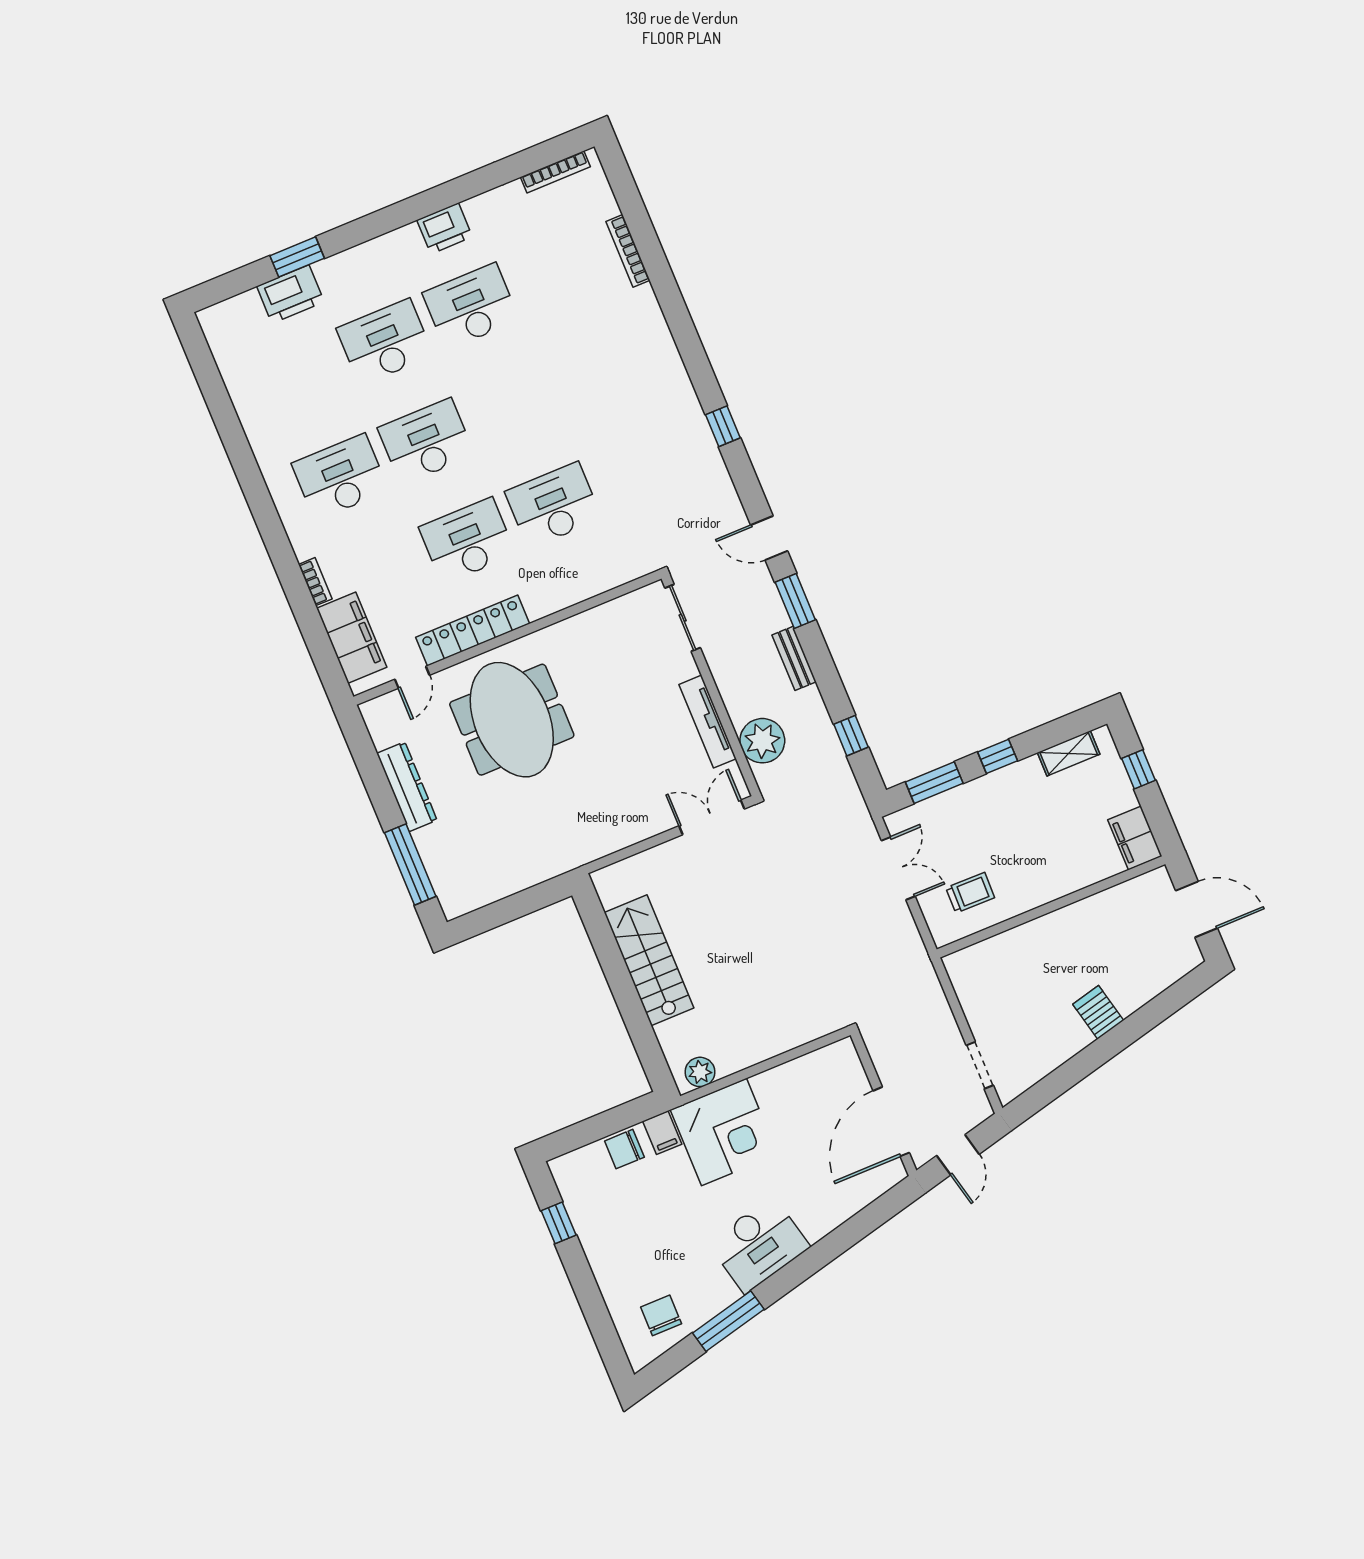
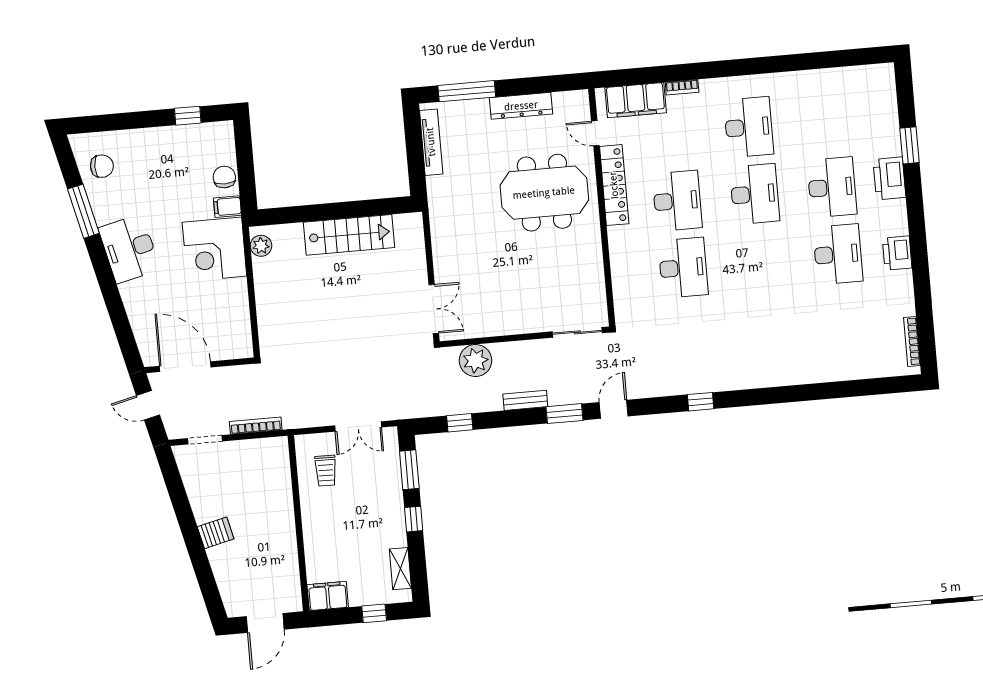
bookcase: (628, 251) -> (256, 426), moved
printer: (290, 294) -> (889, 178), moved
tv unit: (708, 722) -> (431, 142), moved, turned 90

